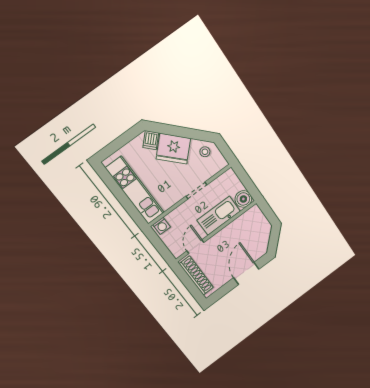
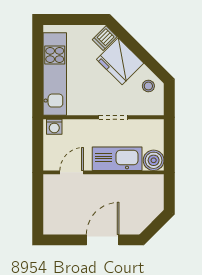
shoe rack: (196, 276) -> (51, 203), removed

